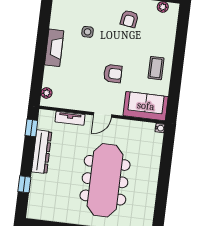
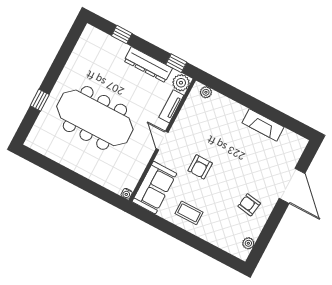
side table: (88, 32) -> (252, 157), removed
fireplace: (54, 48) -> (263, 125), moved
plant: (46, 118) -> (181, 83), added

